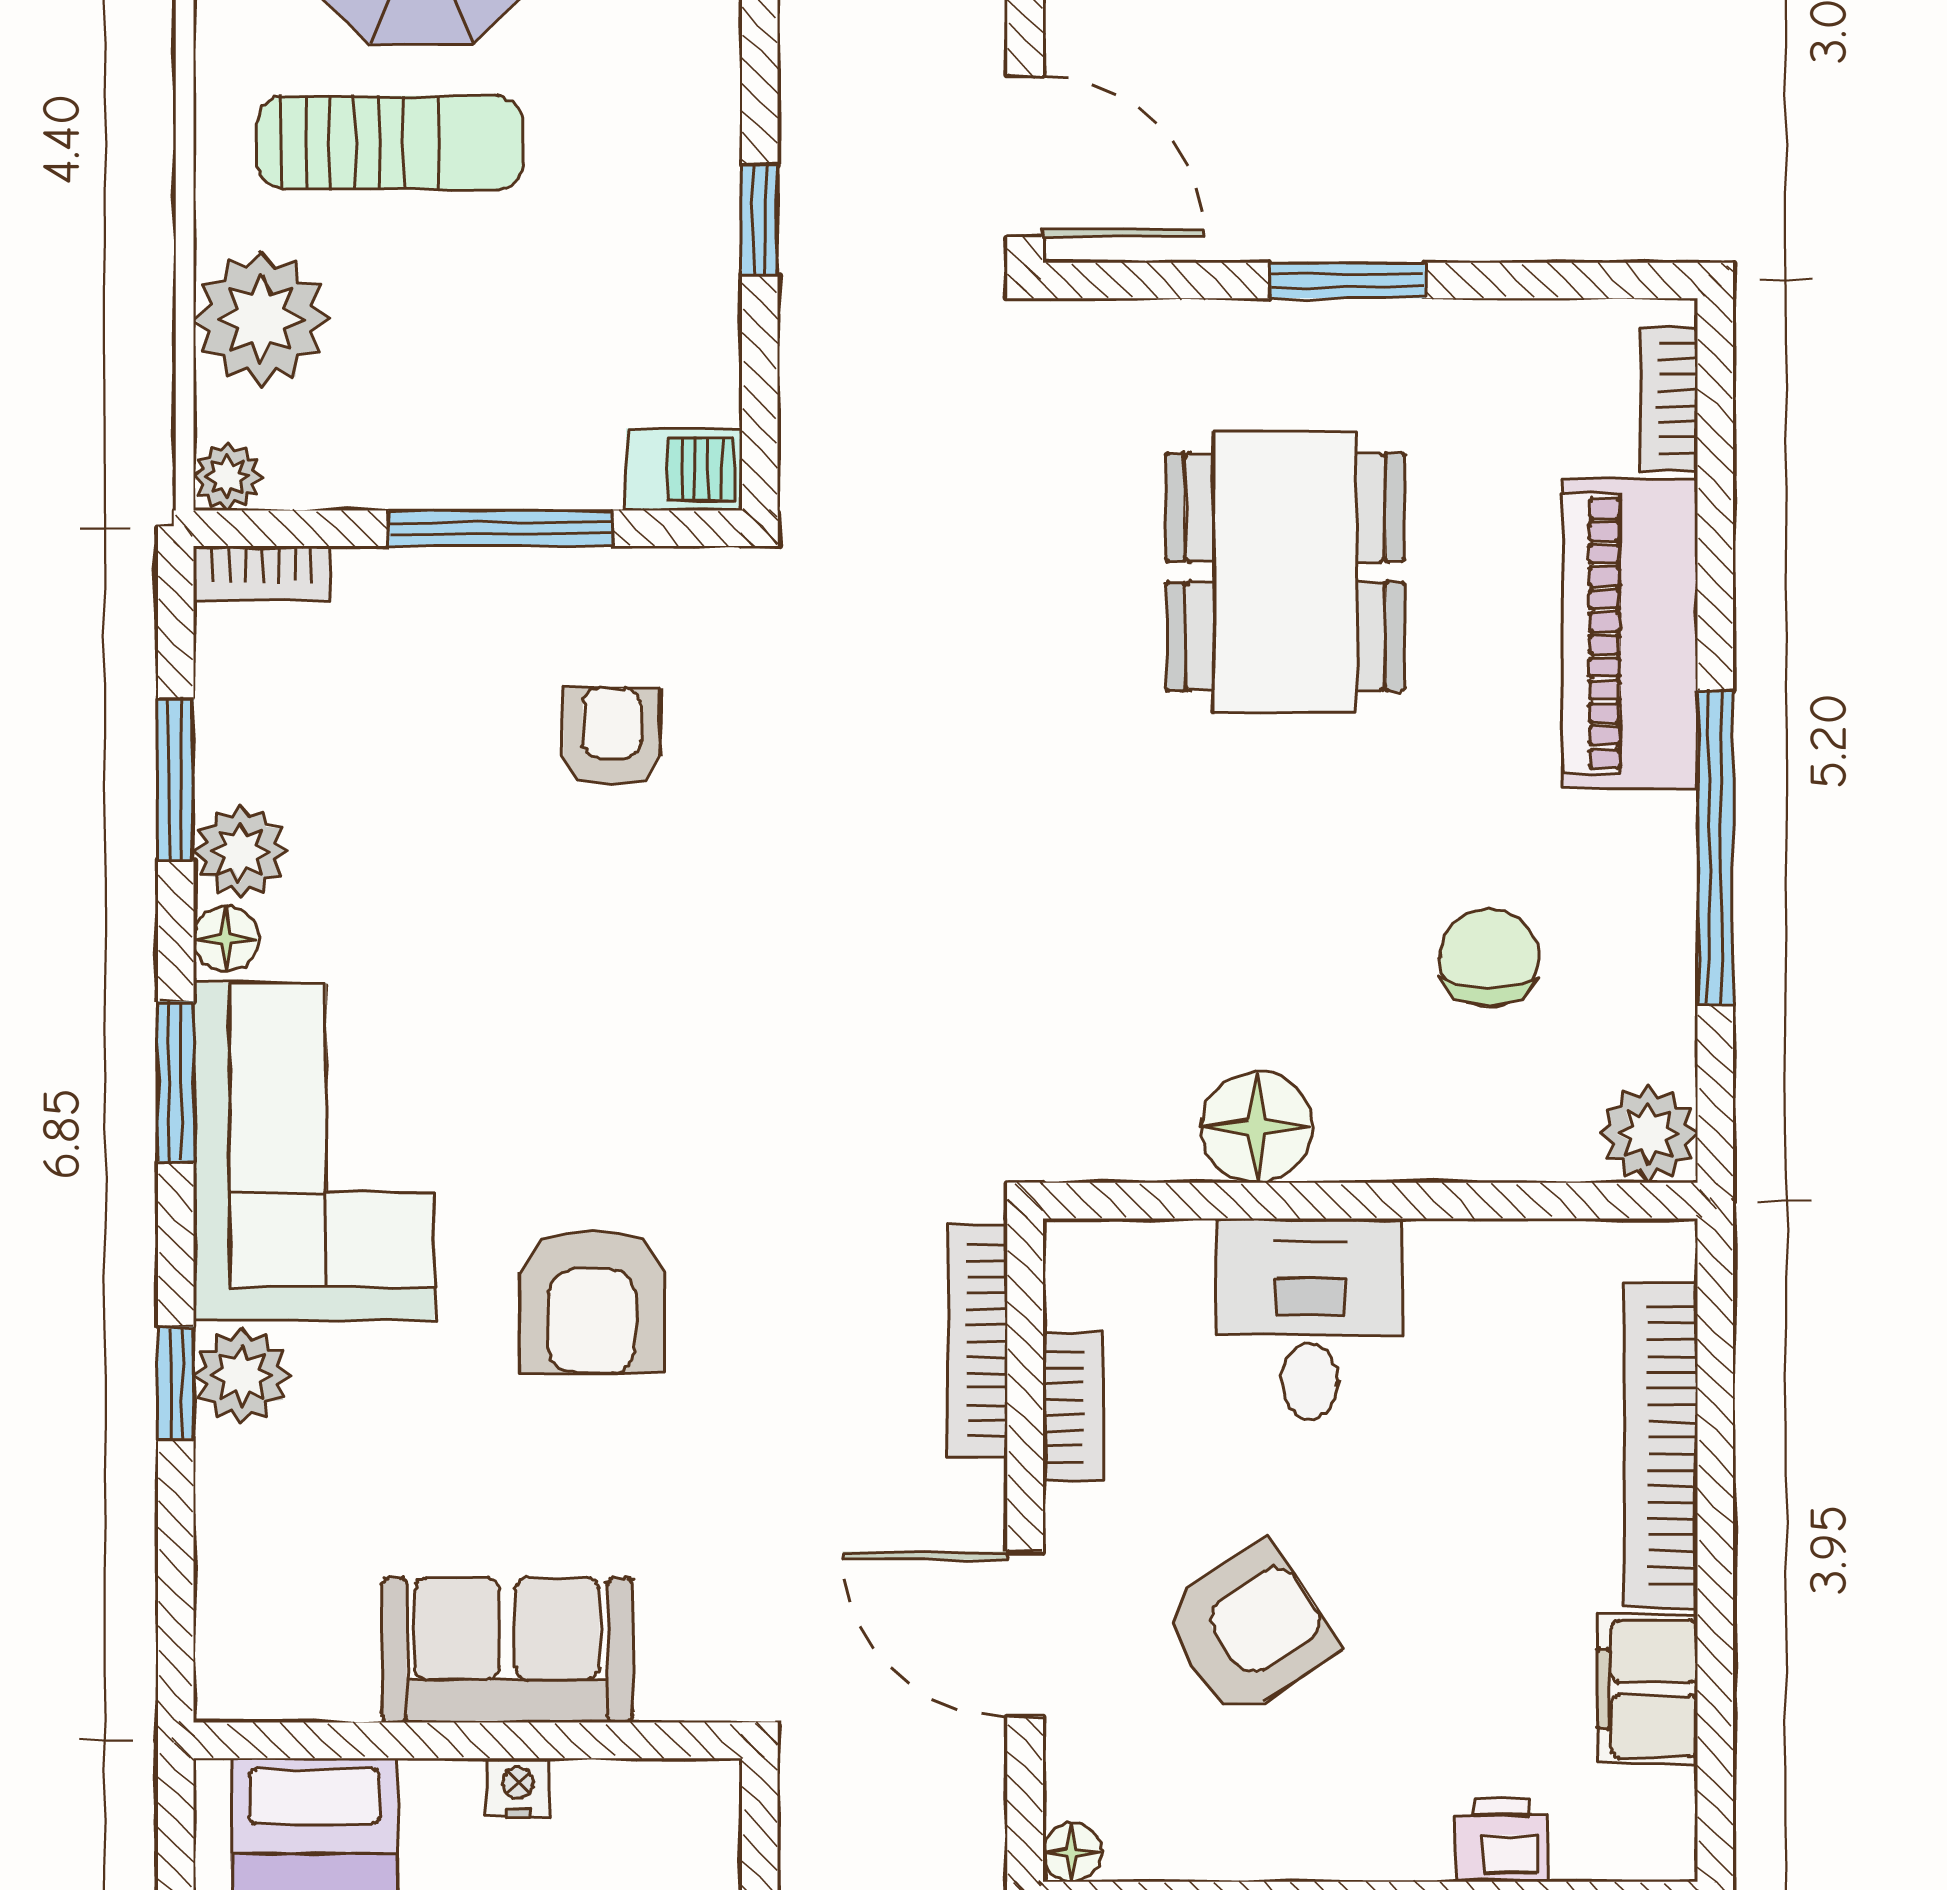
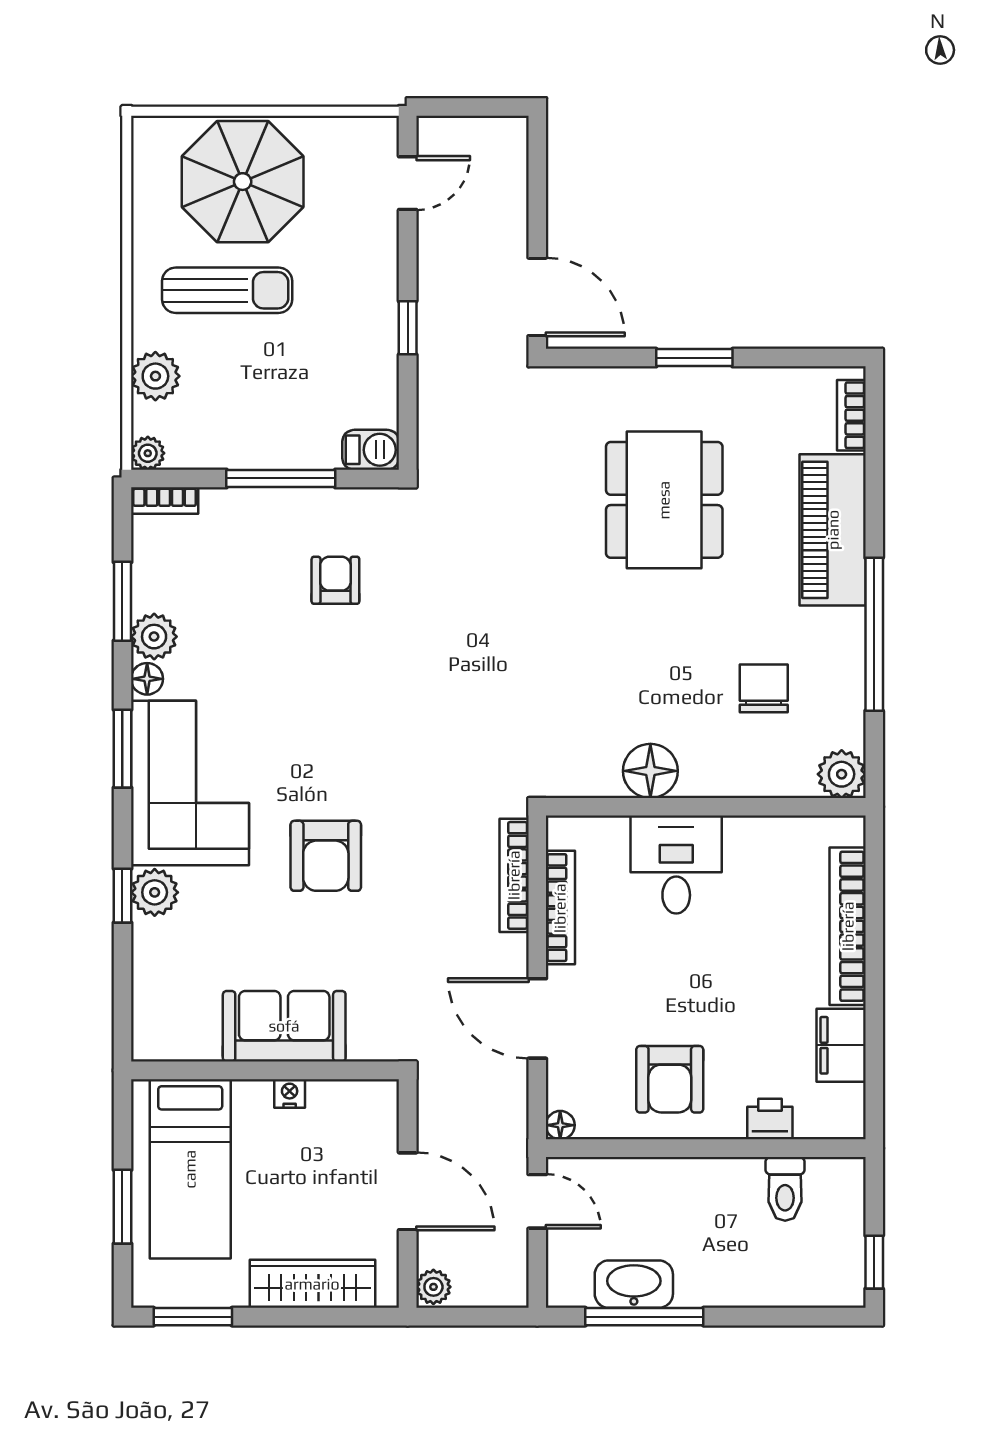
plant: (261, 319) -> (155, 376), width x0.73, depth x0.73
bookcase: (1073, 1407) -> (560, 908), width x1.56
armchair: (1249, 1630) -> (670, 1079), moved, turned 123

